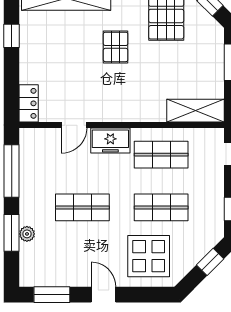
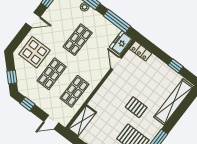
freezer: (110, 141) -> (121, 43), moved

